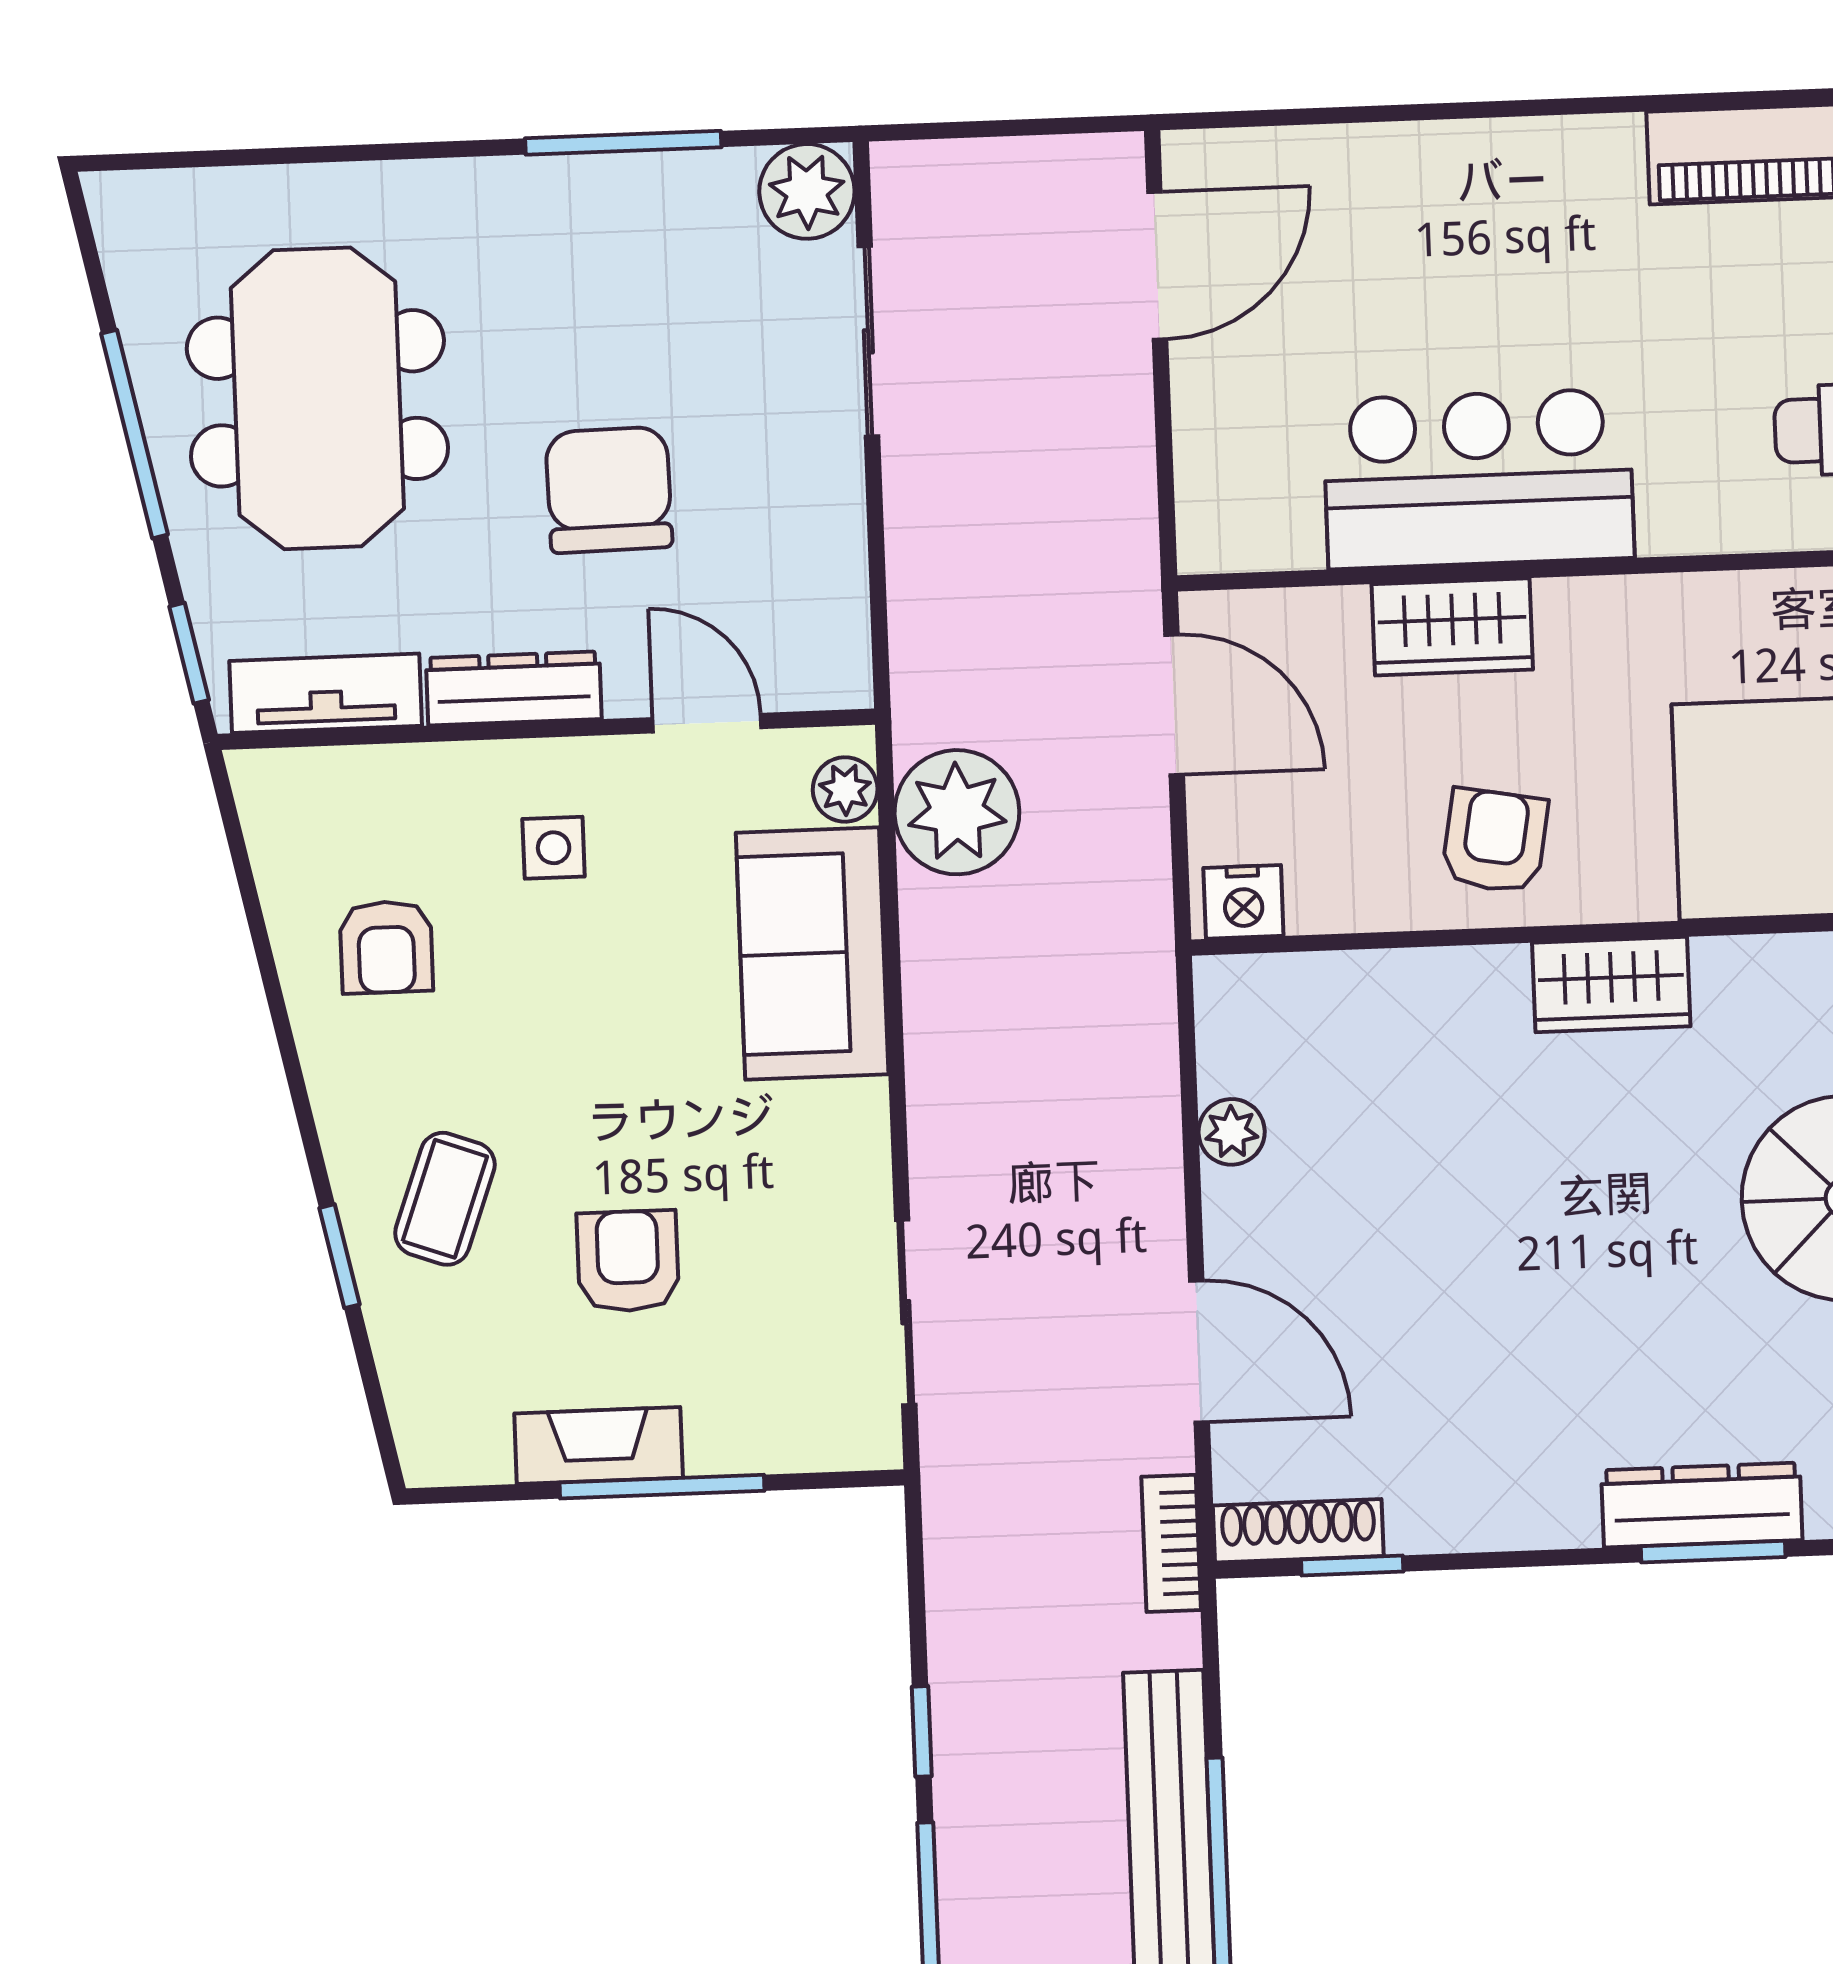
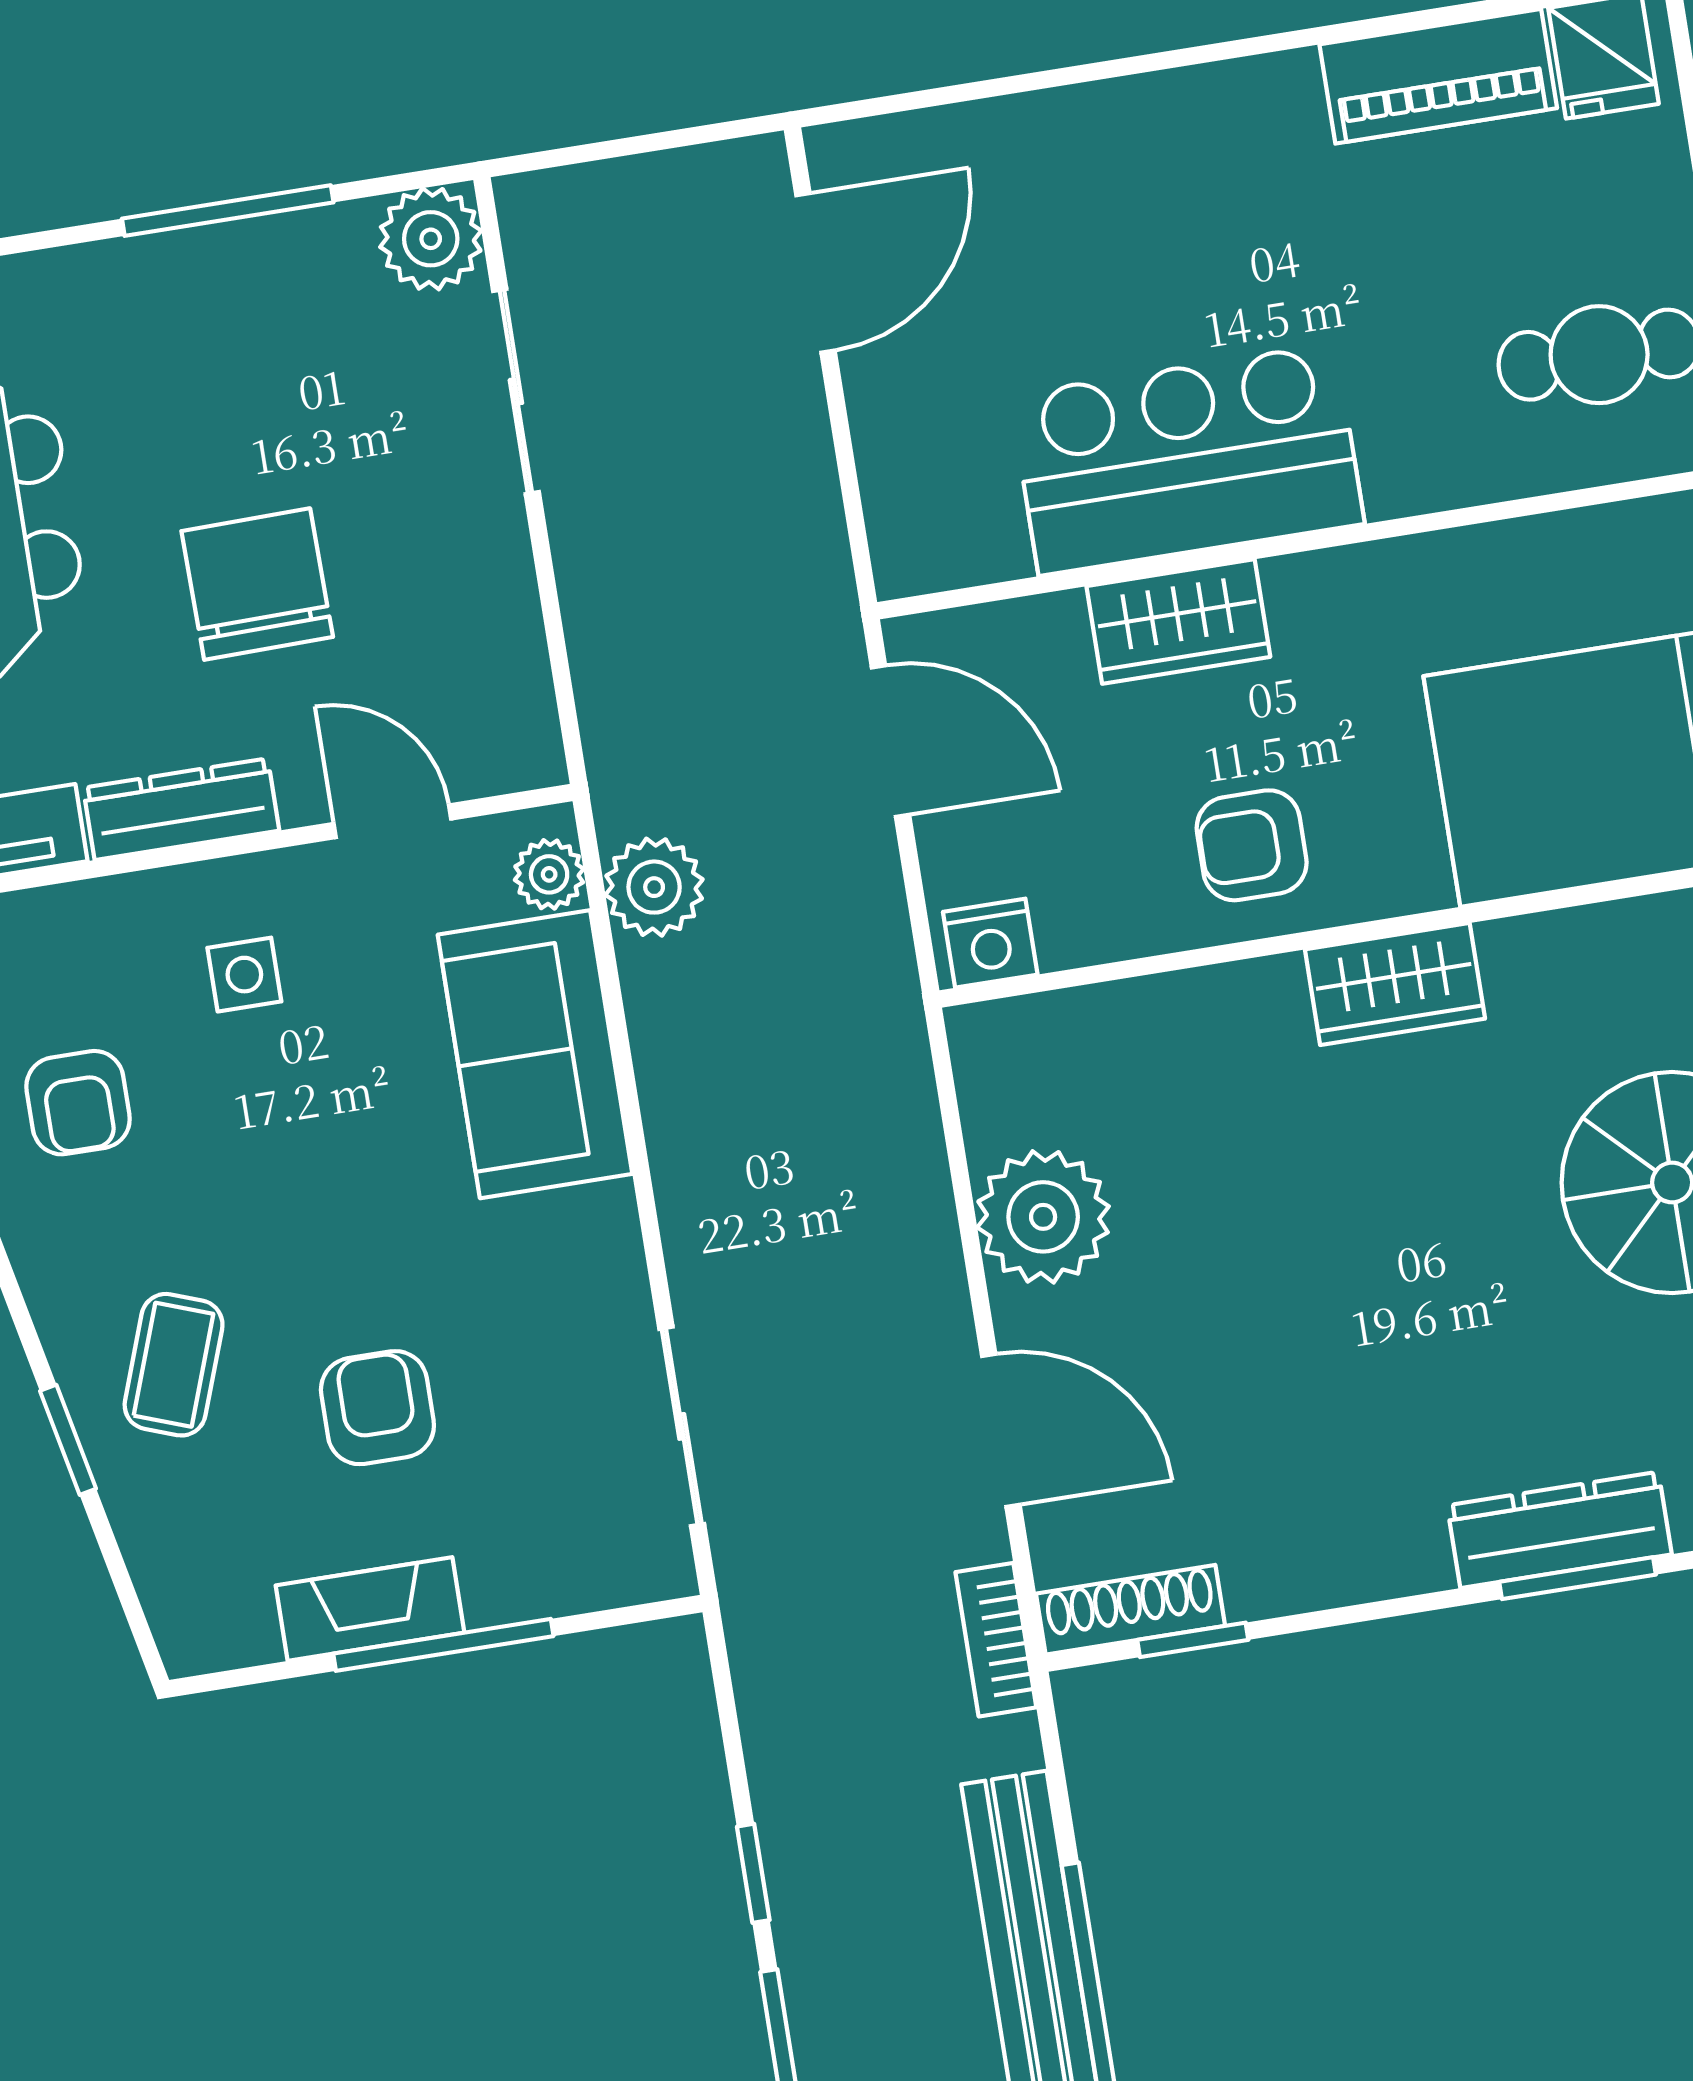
plant: (957, 812) -> (654, 887), width x0.73, depth x0.73
armchair: (1495, 841) -> (1252, 845), turned -100
plant: (1232, 1132) -> (1043, 1217), width x1.87, depth x1.87

